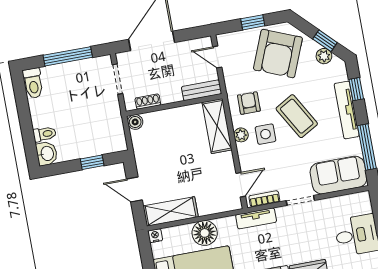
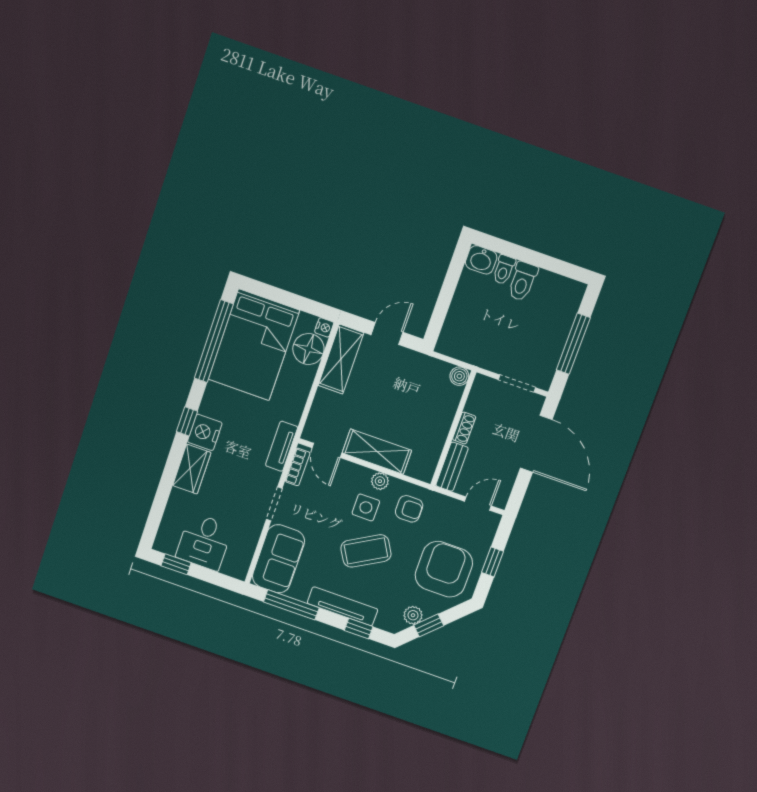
armchair: (278, 54) -> (444, 569), turned 68
toilet: (33, 83) -> (523, 281), moved, turned -90
shoe rack: (148, 102) -> (464, 428), moved
shelving: (217, 126) -> (377, 452), moved
window: (92, 162) -> (443, 304), removed
floor lamp: (205, 233) -> (308, 349), moved

